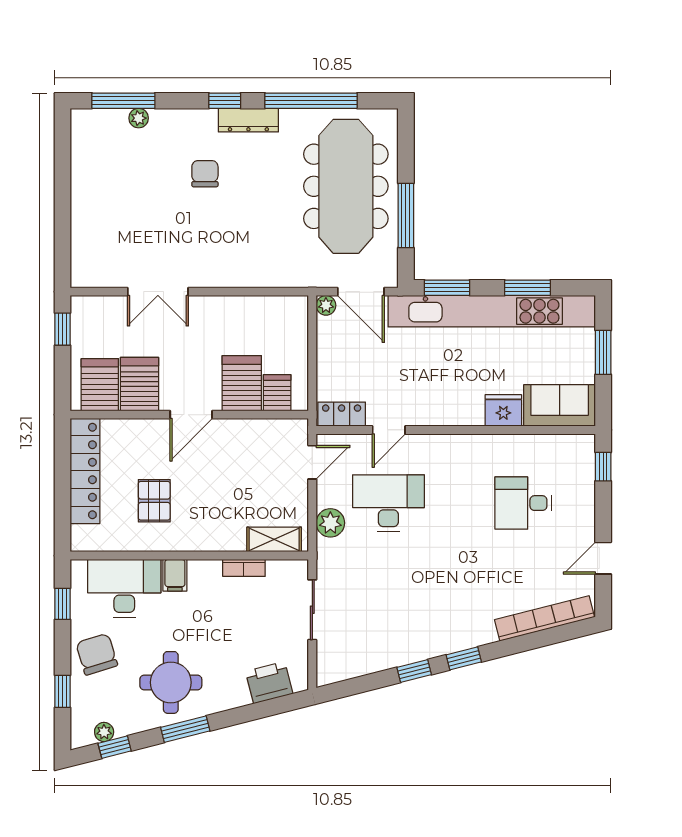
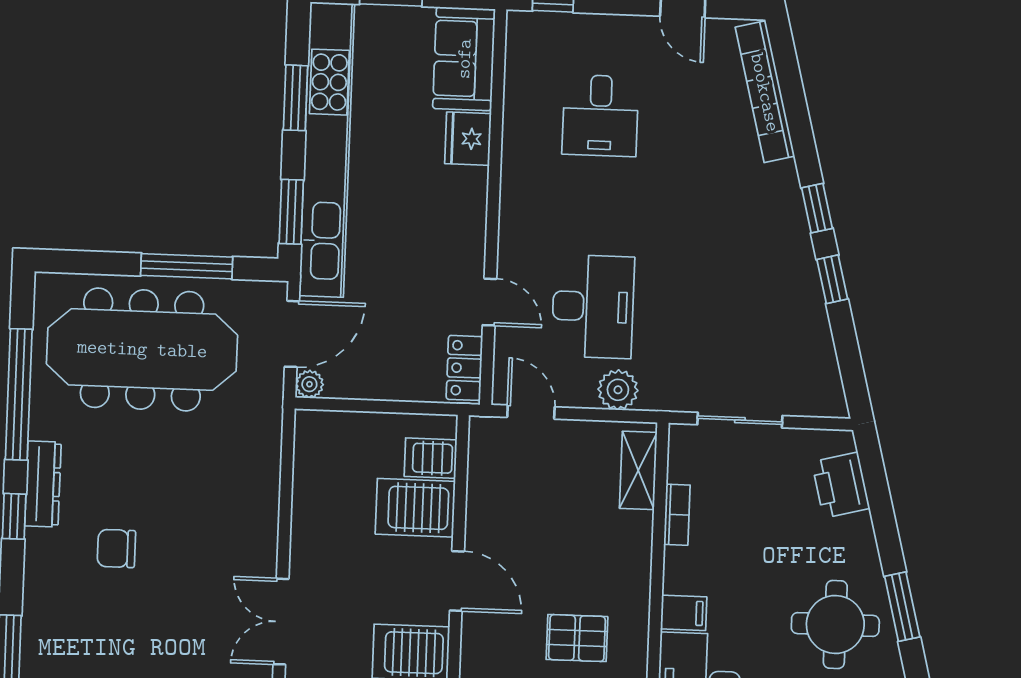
plant: (139, 118) -> (34, 639), removed
double door: (158, 292) -> (281, 622), swing flipped
desk: (388, 503) -> (593, 307), turned 180

